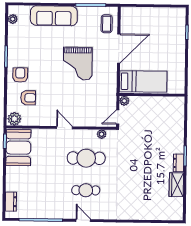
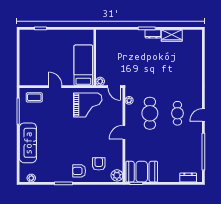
door: (119, 49) -> (55, 87), width x0.53
grand piano: (78, 64) -> (88, 105), moved

